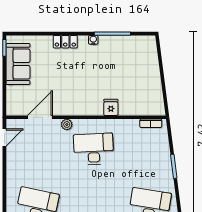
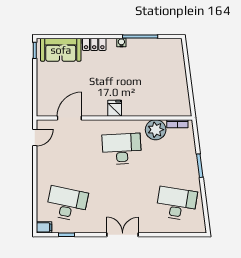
sofa: (18, 64) -> (61, 50), moved, turned 90
fridge: (111, 107) -> (115, 108), moved
plant: (67, 125) -> (156, 130), moved, width x1.87, depth x1.87

